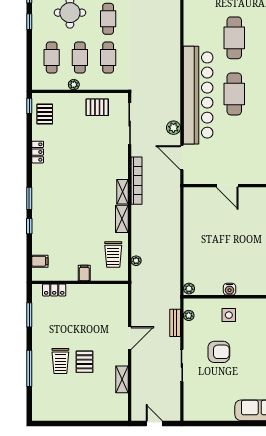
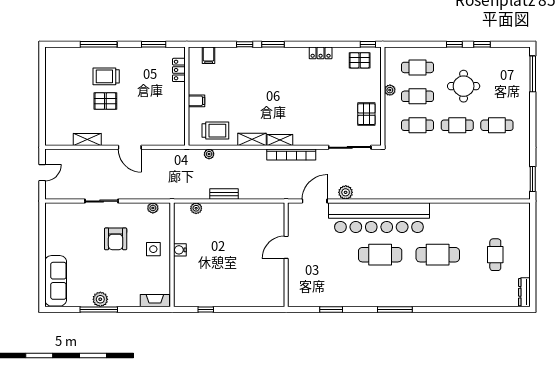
trolley: (113, 254) -> (215, 131), turned 180
plant: (189, 289) -> (196, 208), moved
bench: (175, 323) -> (224, 194), moved

